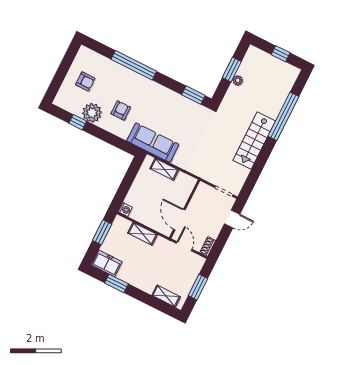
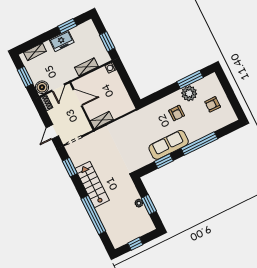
window: (193, 95) -> (164, 161), moved
window: (78, 122) -> (190, 80), width x2.17
sofa: (153, 143) -> (169, 145), moved, turned 180
shelving: (164, 169) -> (102, 120), moved
window: (254, 175) -> (70, 167), added
door: (184, 246) -> (58, 88), hinge flipped
boiler: (196, 262) -> (42, 87), added
freezer: (107, 263) -> (62, 41), moved

